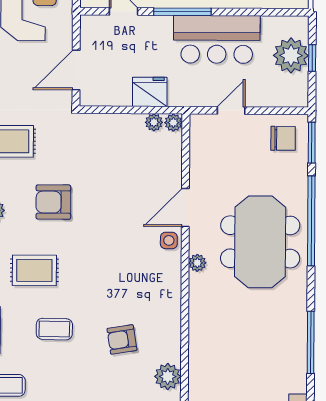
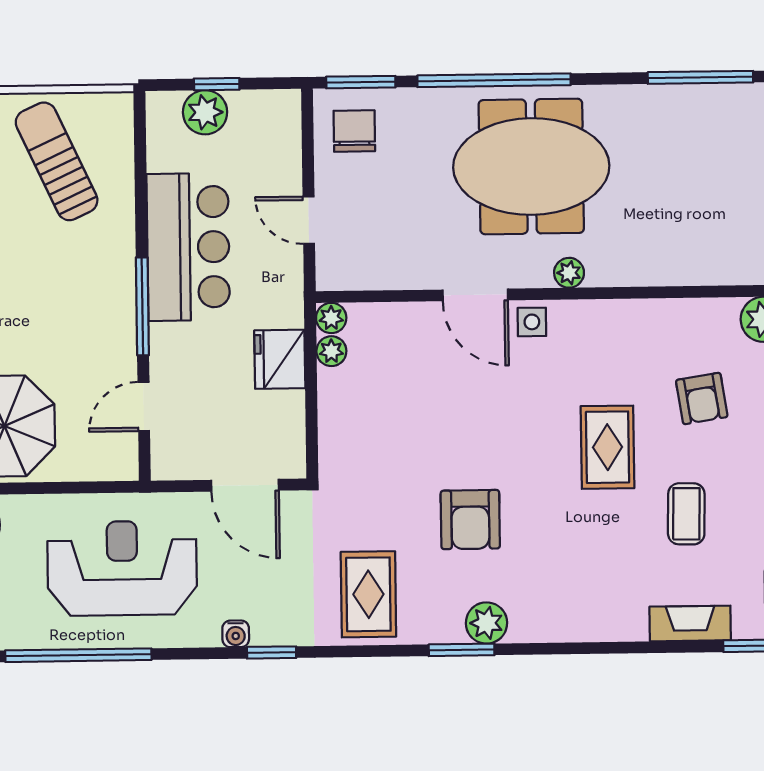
plant: (291, 55) -> (205, 112), width x0.73, depth x0.73
rug: (34, 270) -> (607, 447), moved

